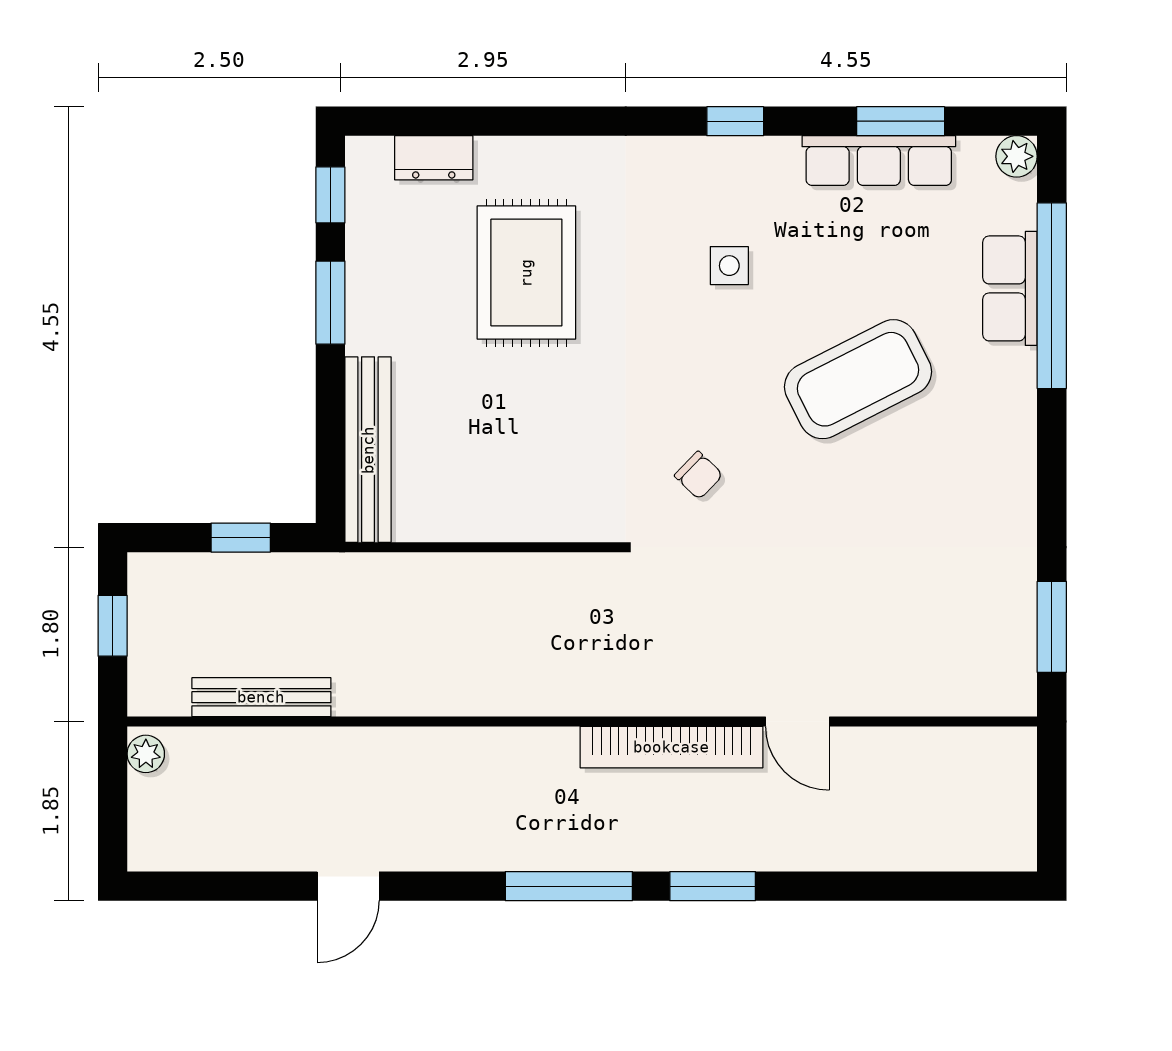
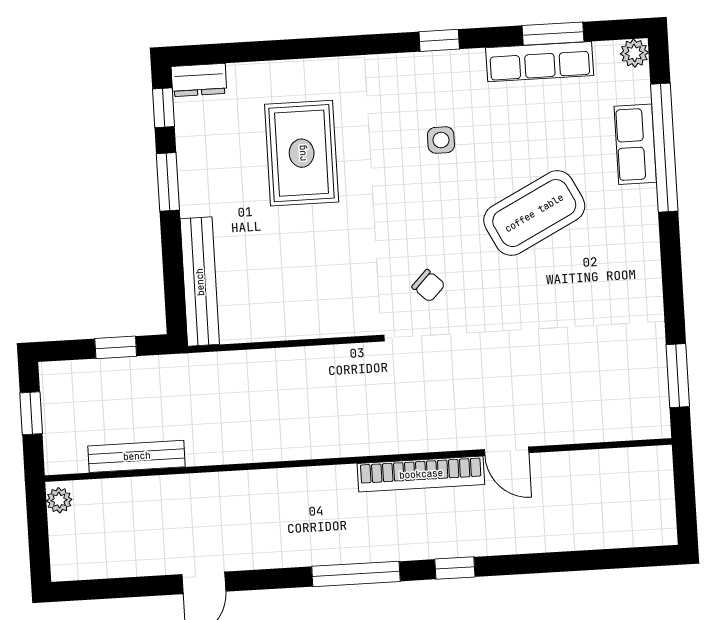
dresser: (434, 158) -> (199, 80), moved
window: (713, 886) -> (455, 568), width x0.67

